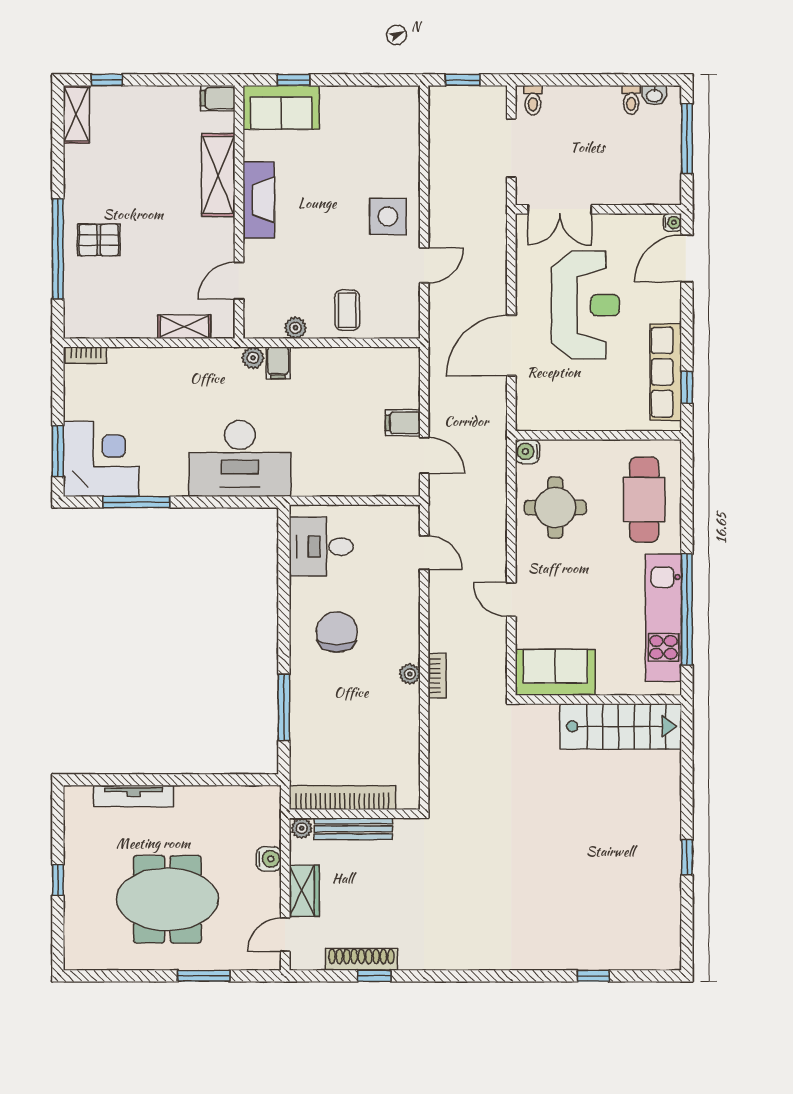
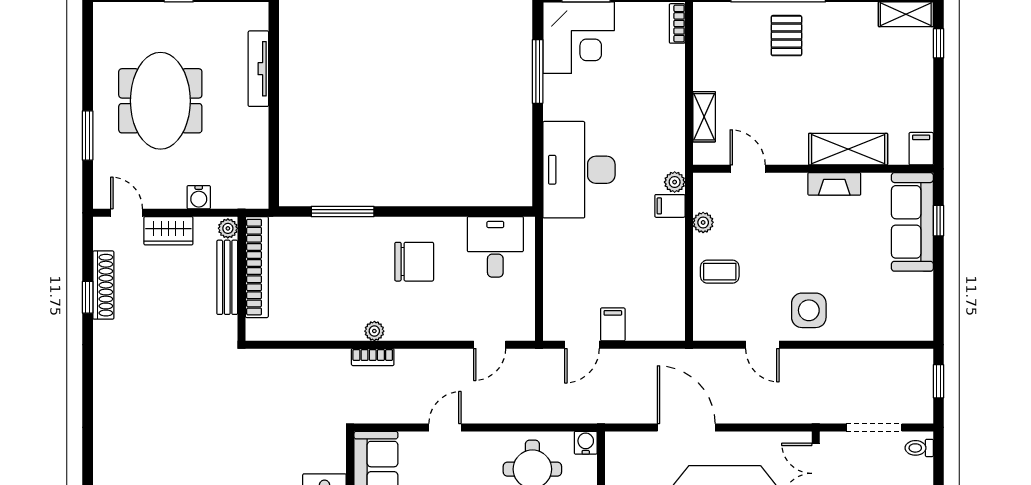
sofa: (281, 107) -> (912, 222), width x1.36
fireplace: (259, 200) -> (834, 184), width x0.73, depth x0.76

